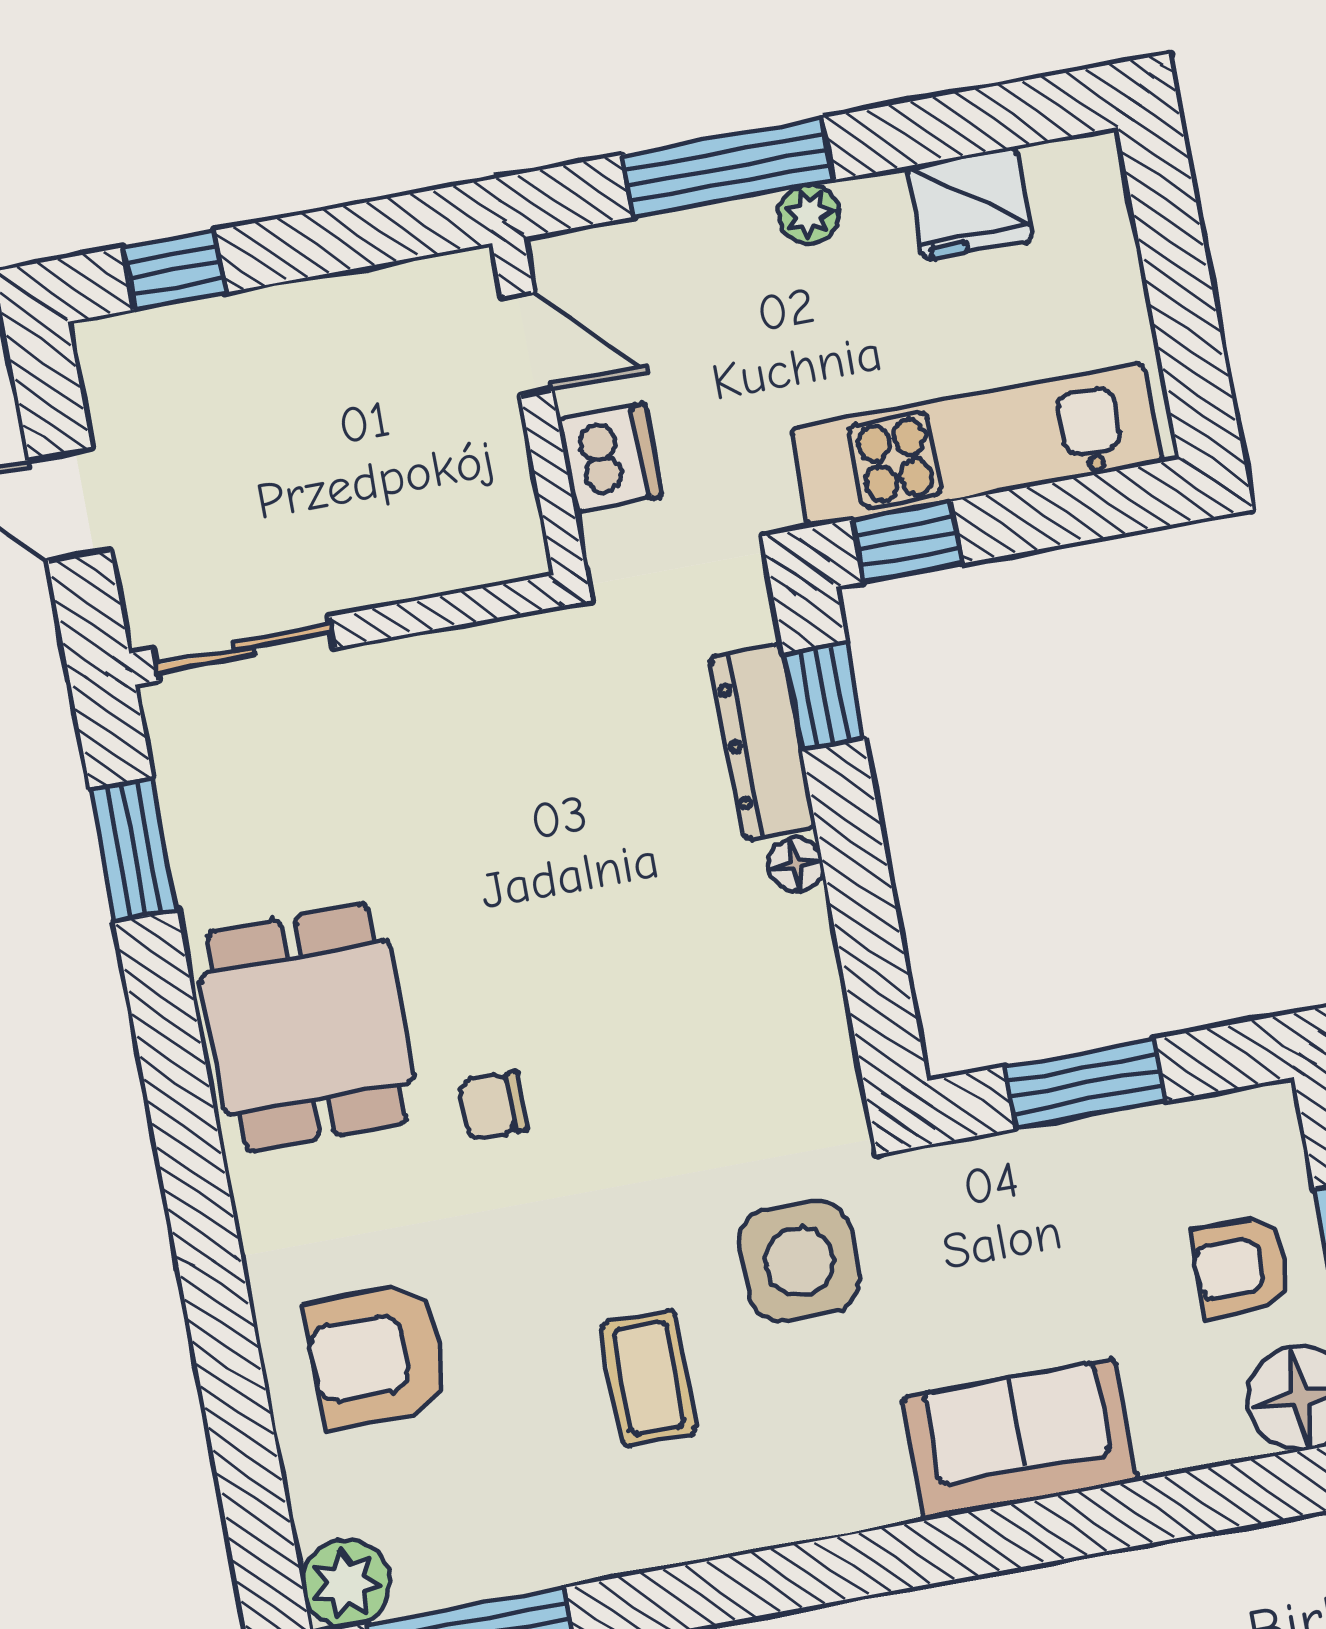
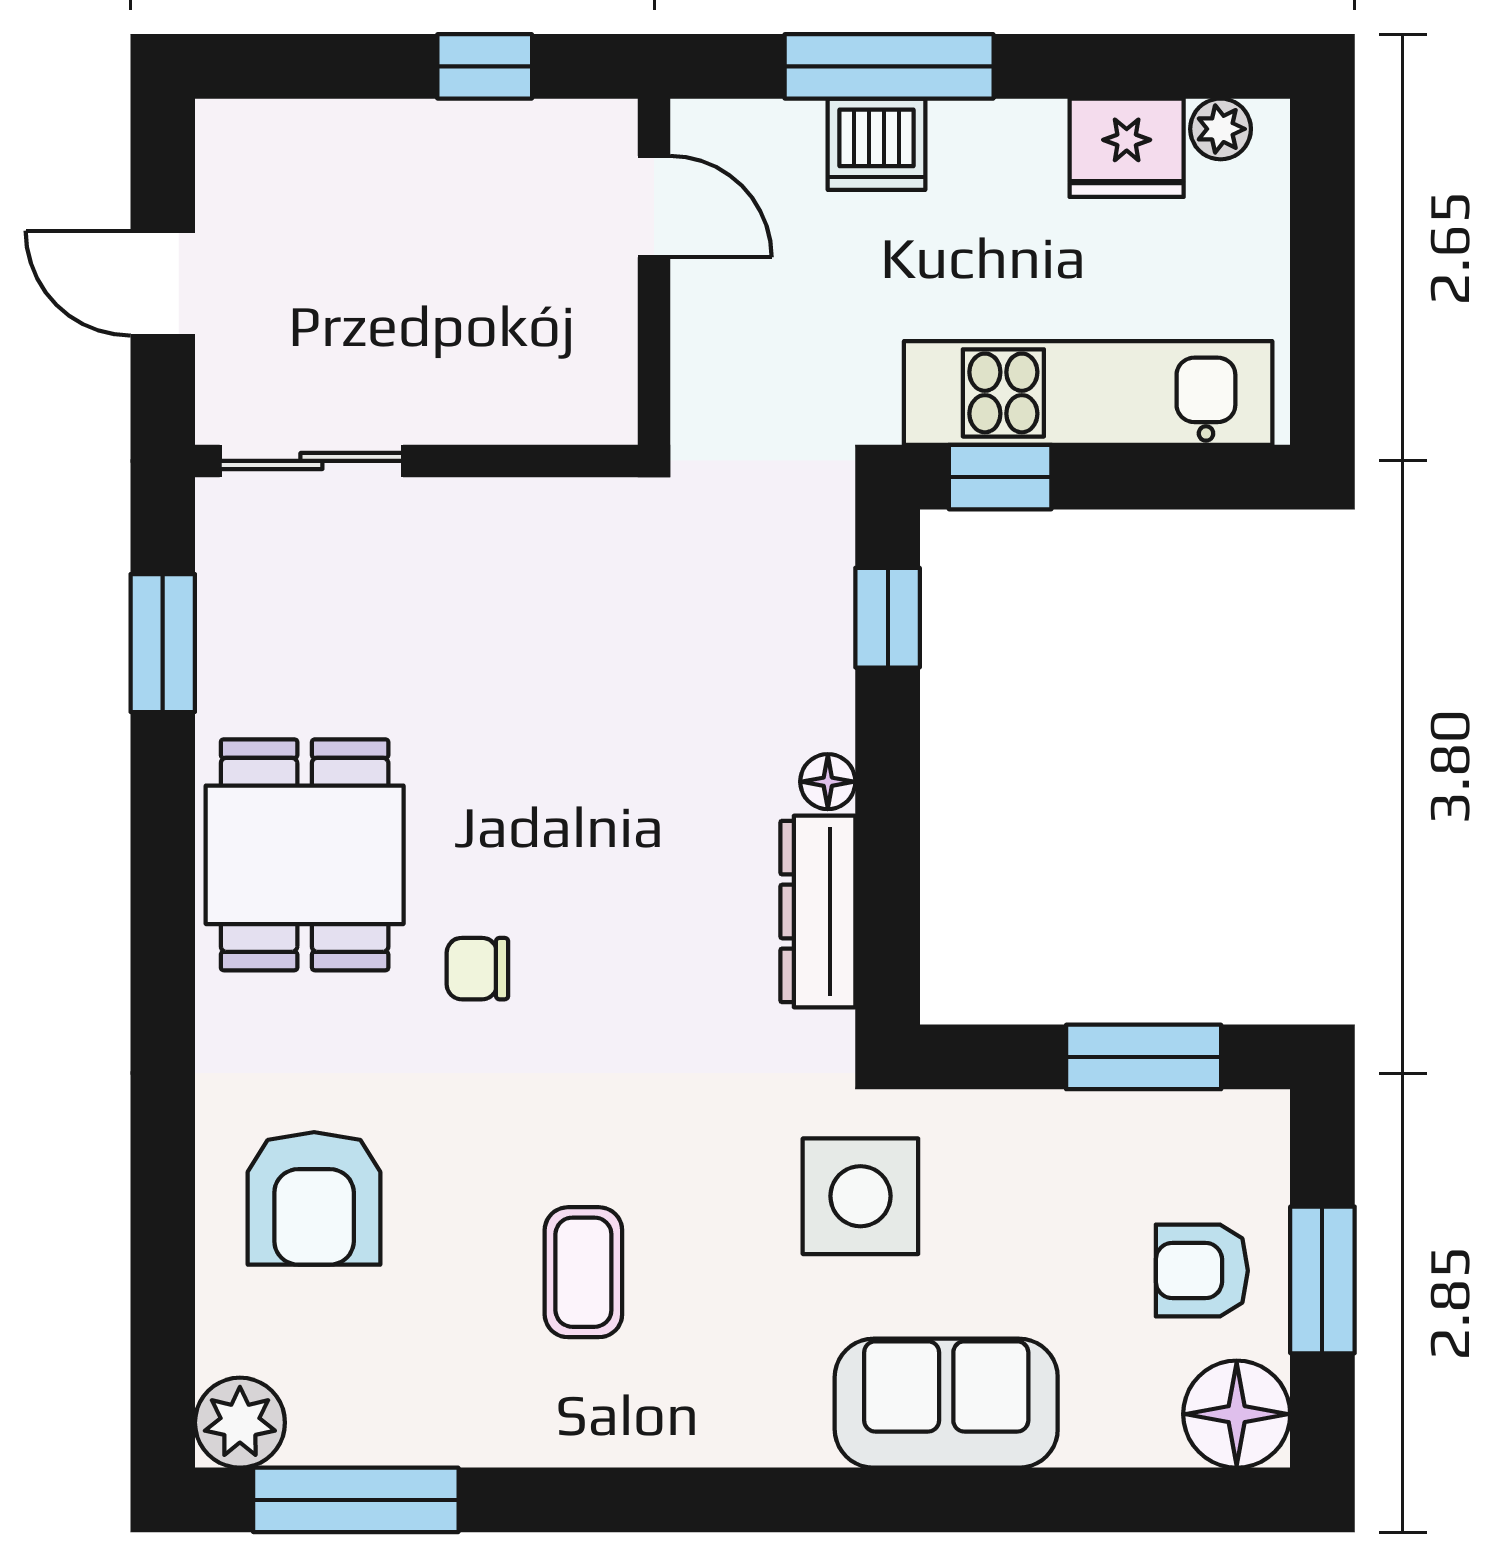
plant: (809, 215) -> (1221, 129), moved
window: (175, 270) -> (485, 66), moved
dishwasher: (609, 458) -> (876, 144), moved, turned 90
dresser: (763, 742) -> (818, 911), moved
window: (1085, 1084) -> (1144, 1057), moved
side table: (799, 1261) -> (860, 1196), moved
armchair: (377, 1355) -> (314, 1198), turned -90

